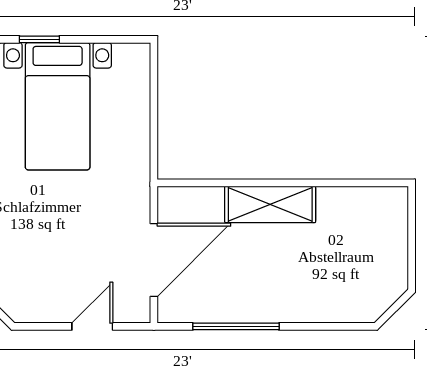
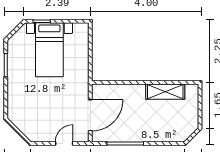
shelving: (270, 204) -> (165, 92), moved

